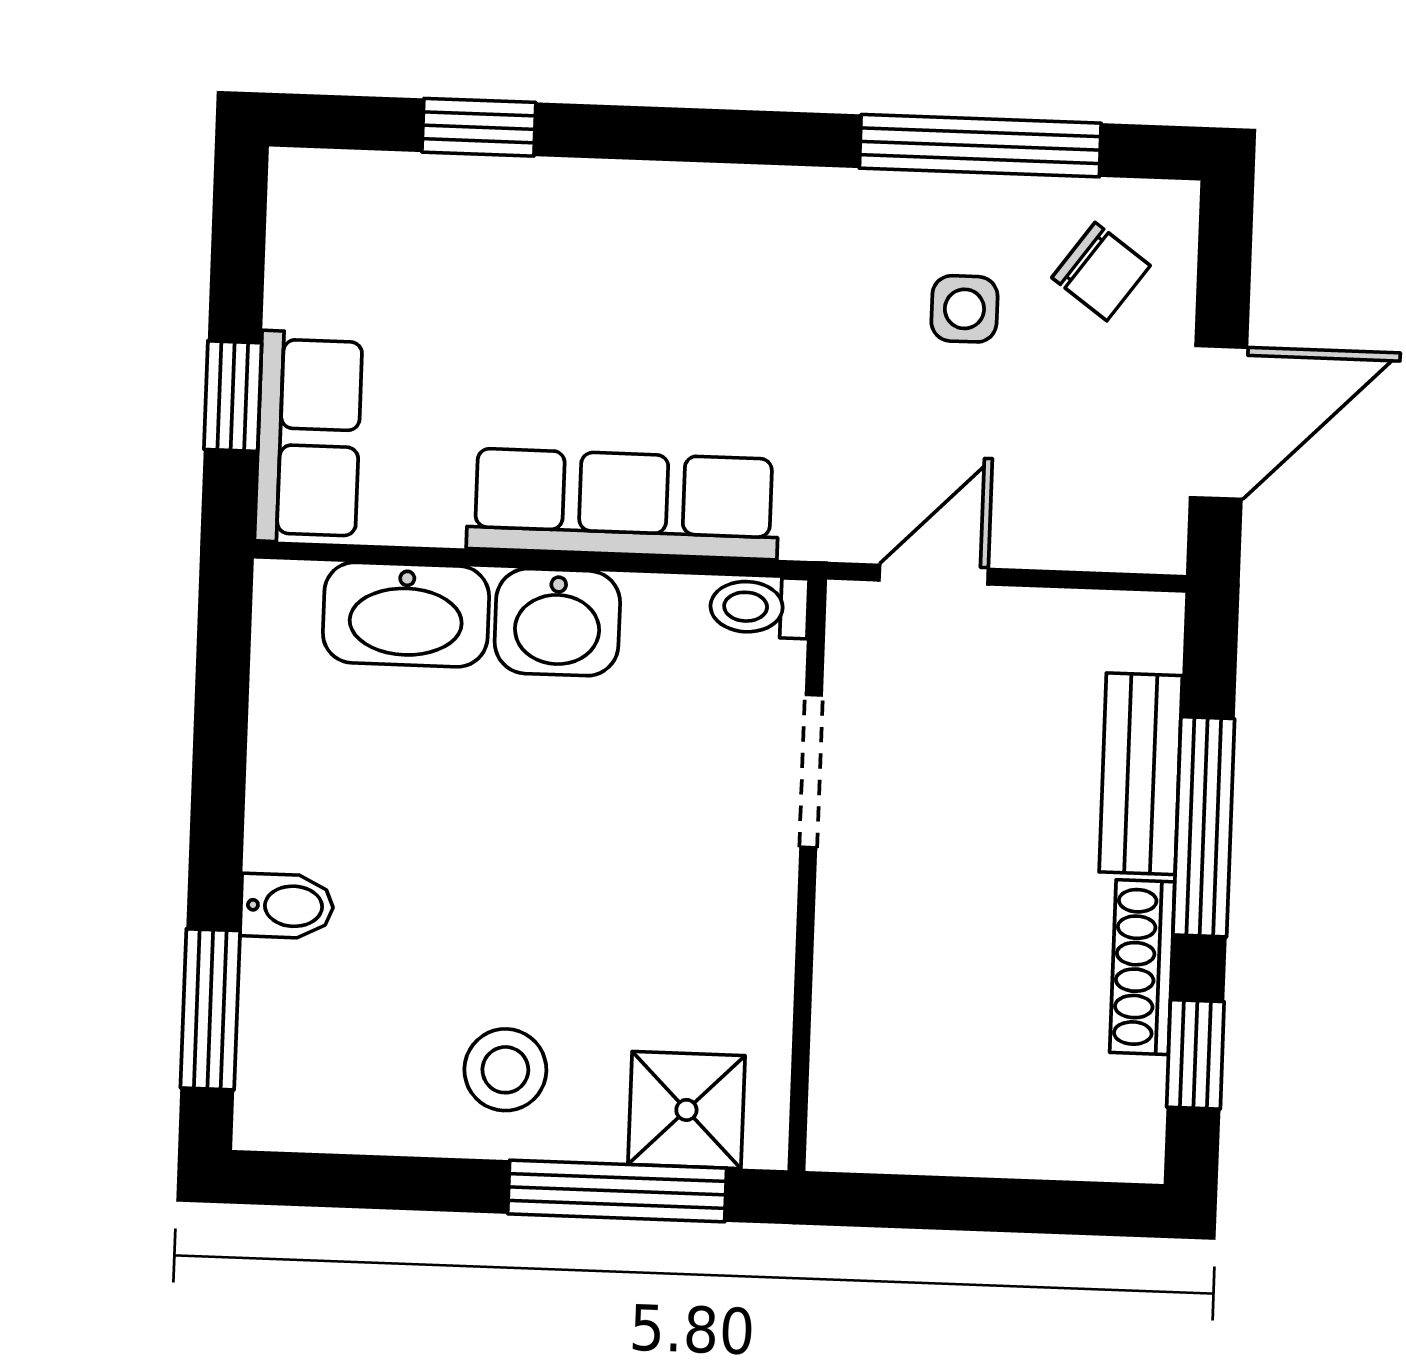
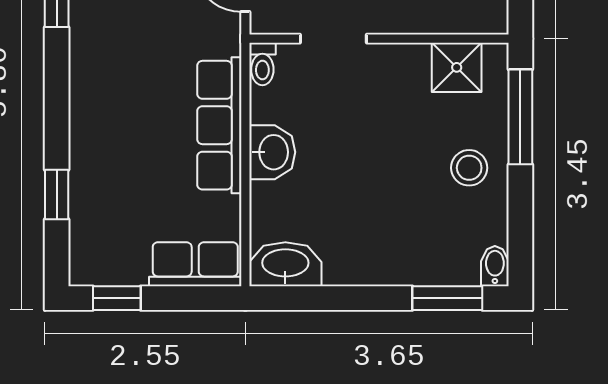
window: (233, 396) -> (117, 298), moved
washbasin: (406, 615) -> (285, 264), moved, turned -90
bidet: (287, 906) -> (495, 266), moved
shower: (686, 1110) -> (457, 67), moved

